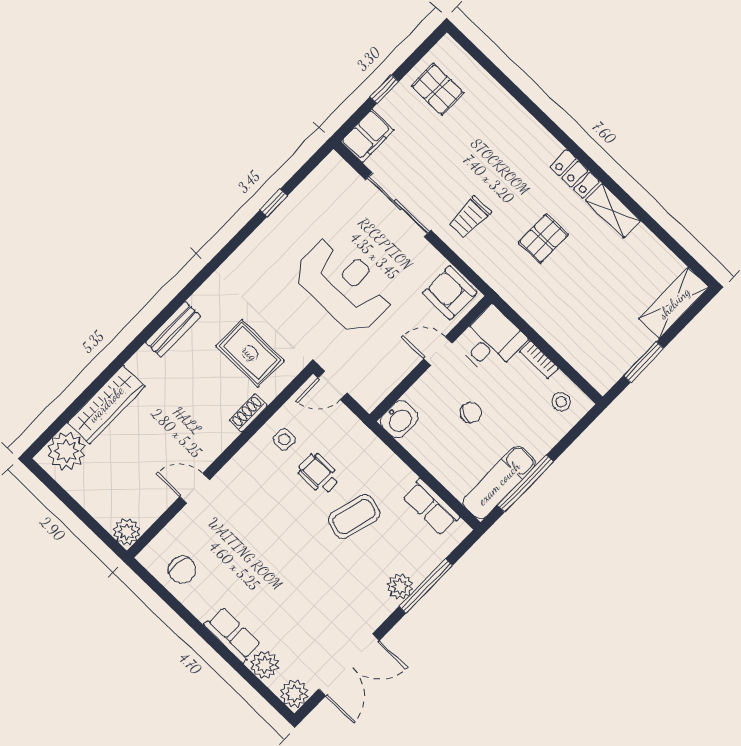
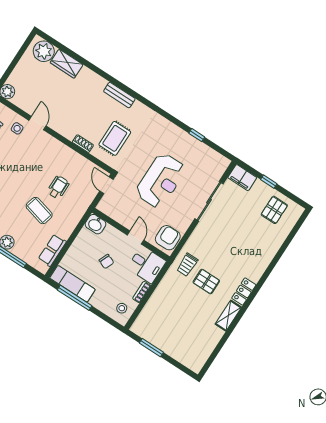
trolley: (470, 217) -> (187, 265), moved, turned -90
shelving: (674, 303) -> (186, 357), removed
wardrobe: (106, 404) -> (67, 64), width x0.67
side table: (284, 439) -> (17, 128), moved

